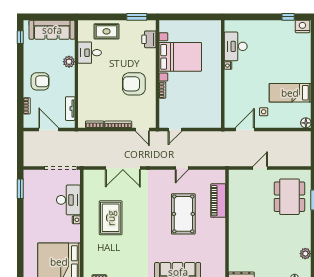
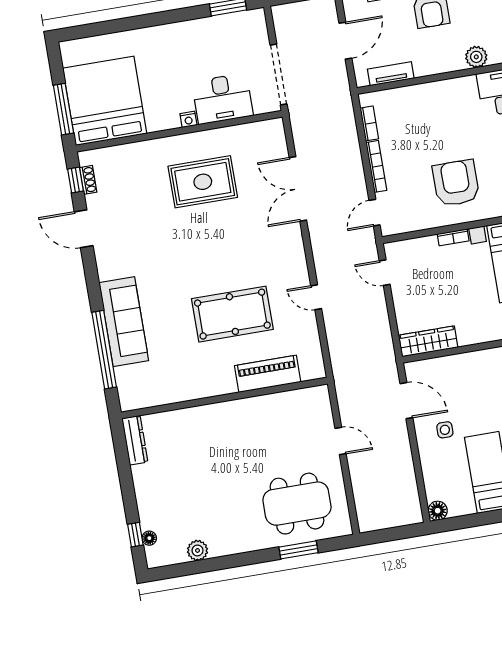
wardrobe: (215, 113) -> (428, 341), added

